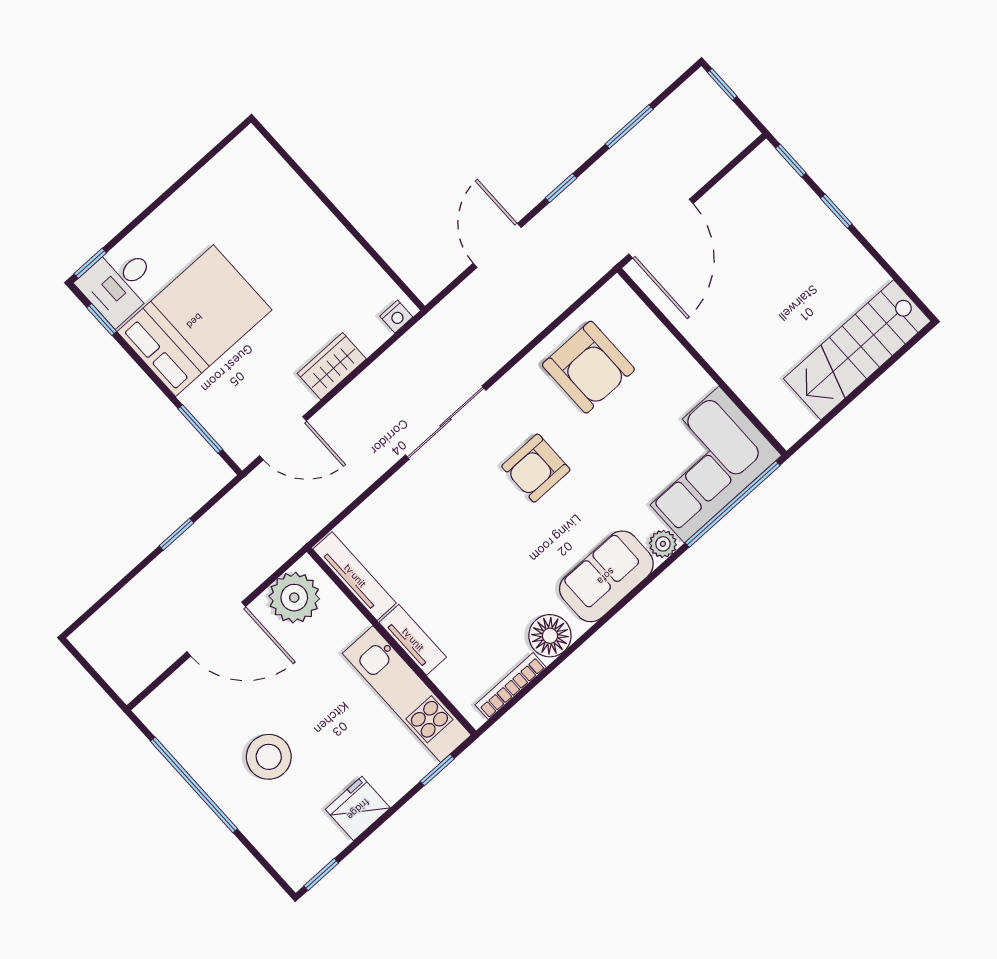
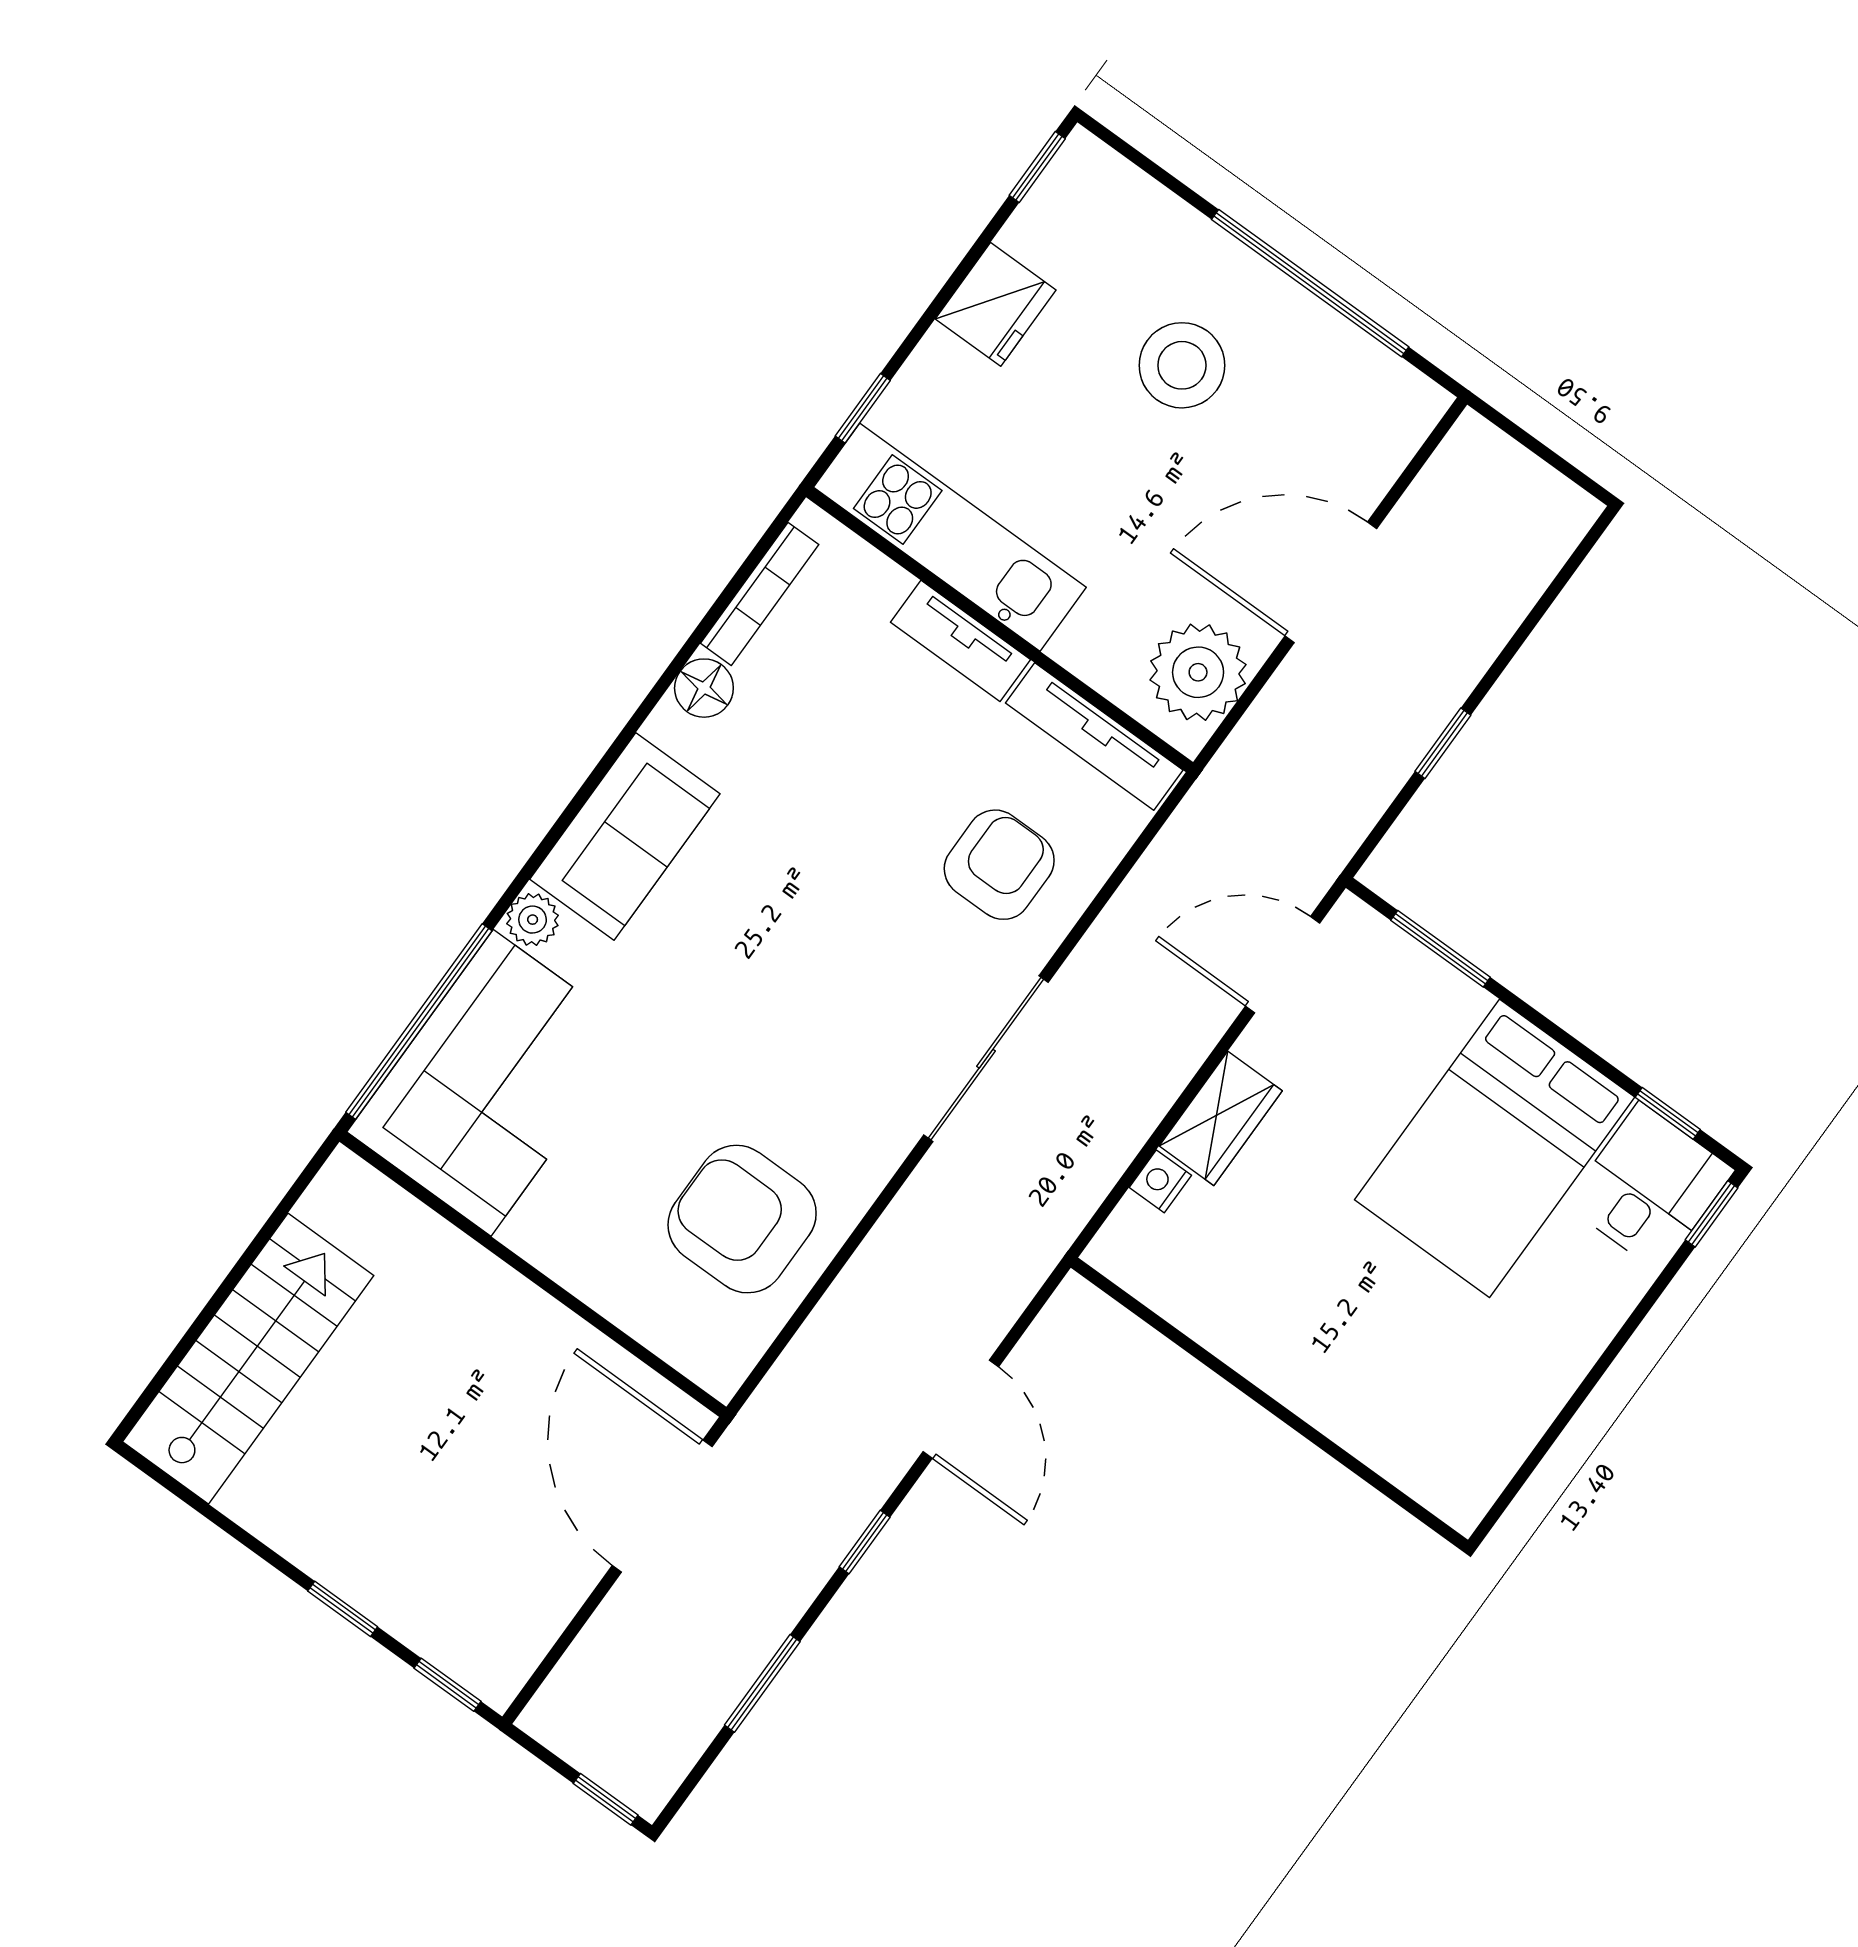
nightstand: (396, 317) -> (1160, 1181), moved
armchair: (536, 468) -> (999, 865), moved
floor lamp: (550, 636) -> (704, 688), width x0.73, depth x0.73

